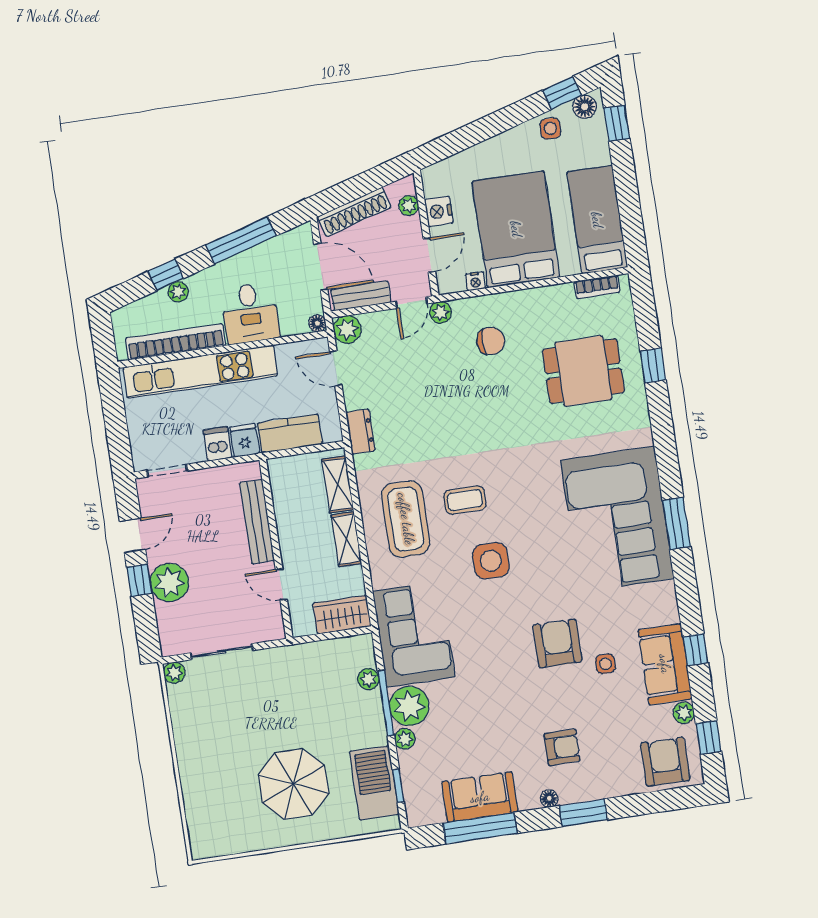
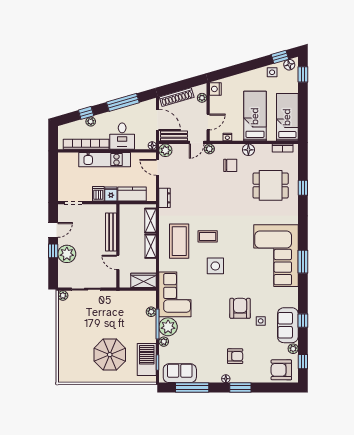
nightstand: (439, 211) -> (215, 89), moved
bed: (516, 229) -> (255, 116), width x0.67
floor lamp: (525, 302) -> (248, 150), added
kitchen unit: (200, 372) -> (105, 160), width x0.73
armchair: (665, 762) -> (281, 370), turned -90
sofa: (480, 797) -> (180, 373), moved

